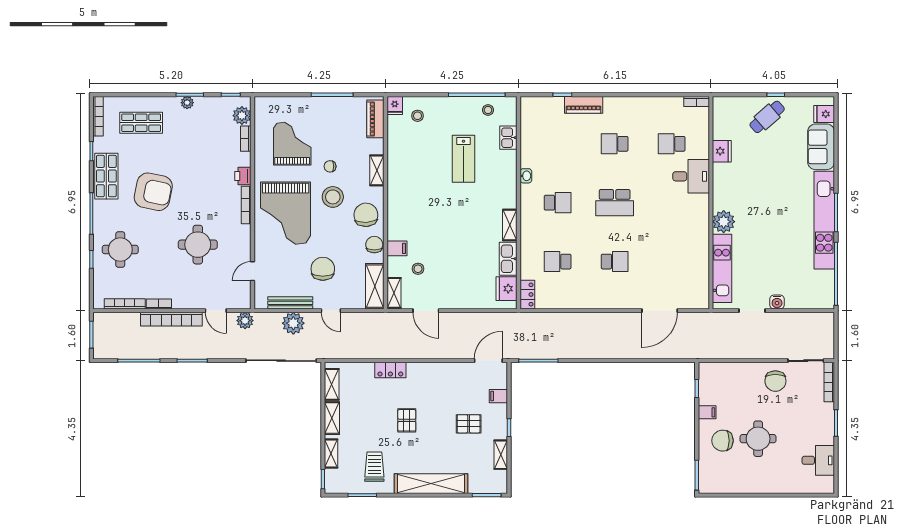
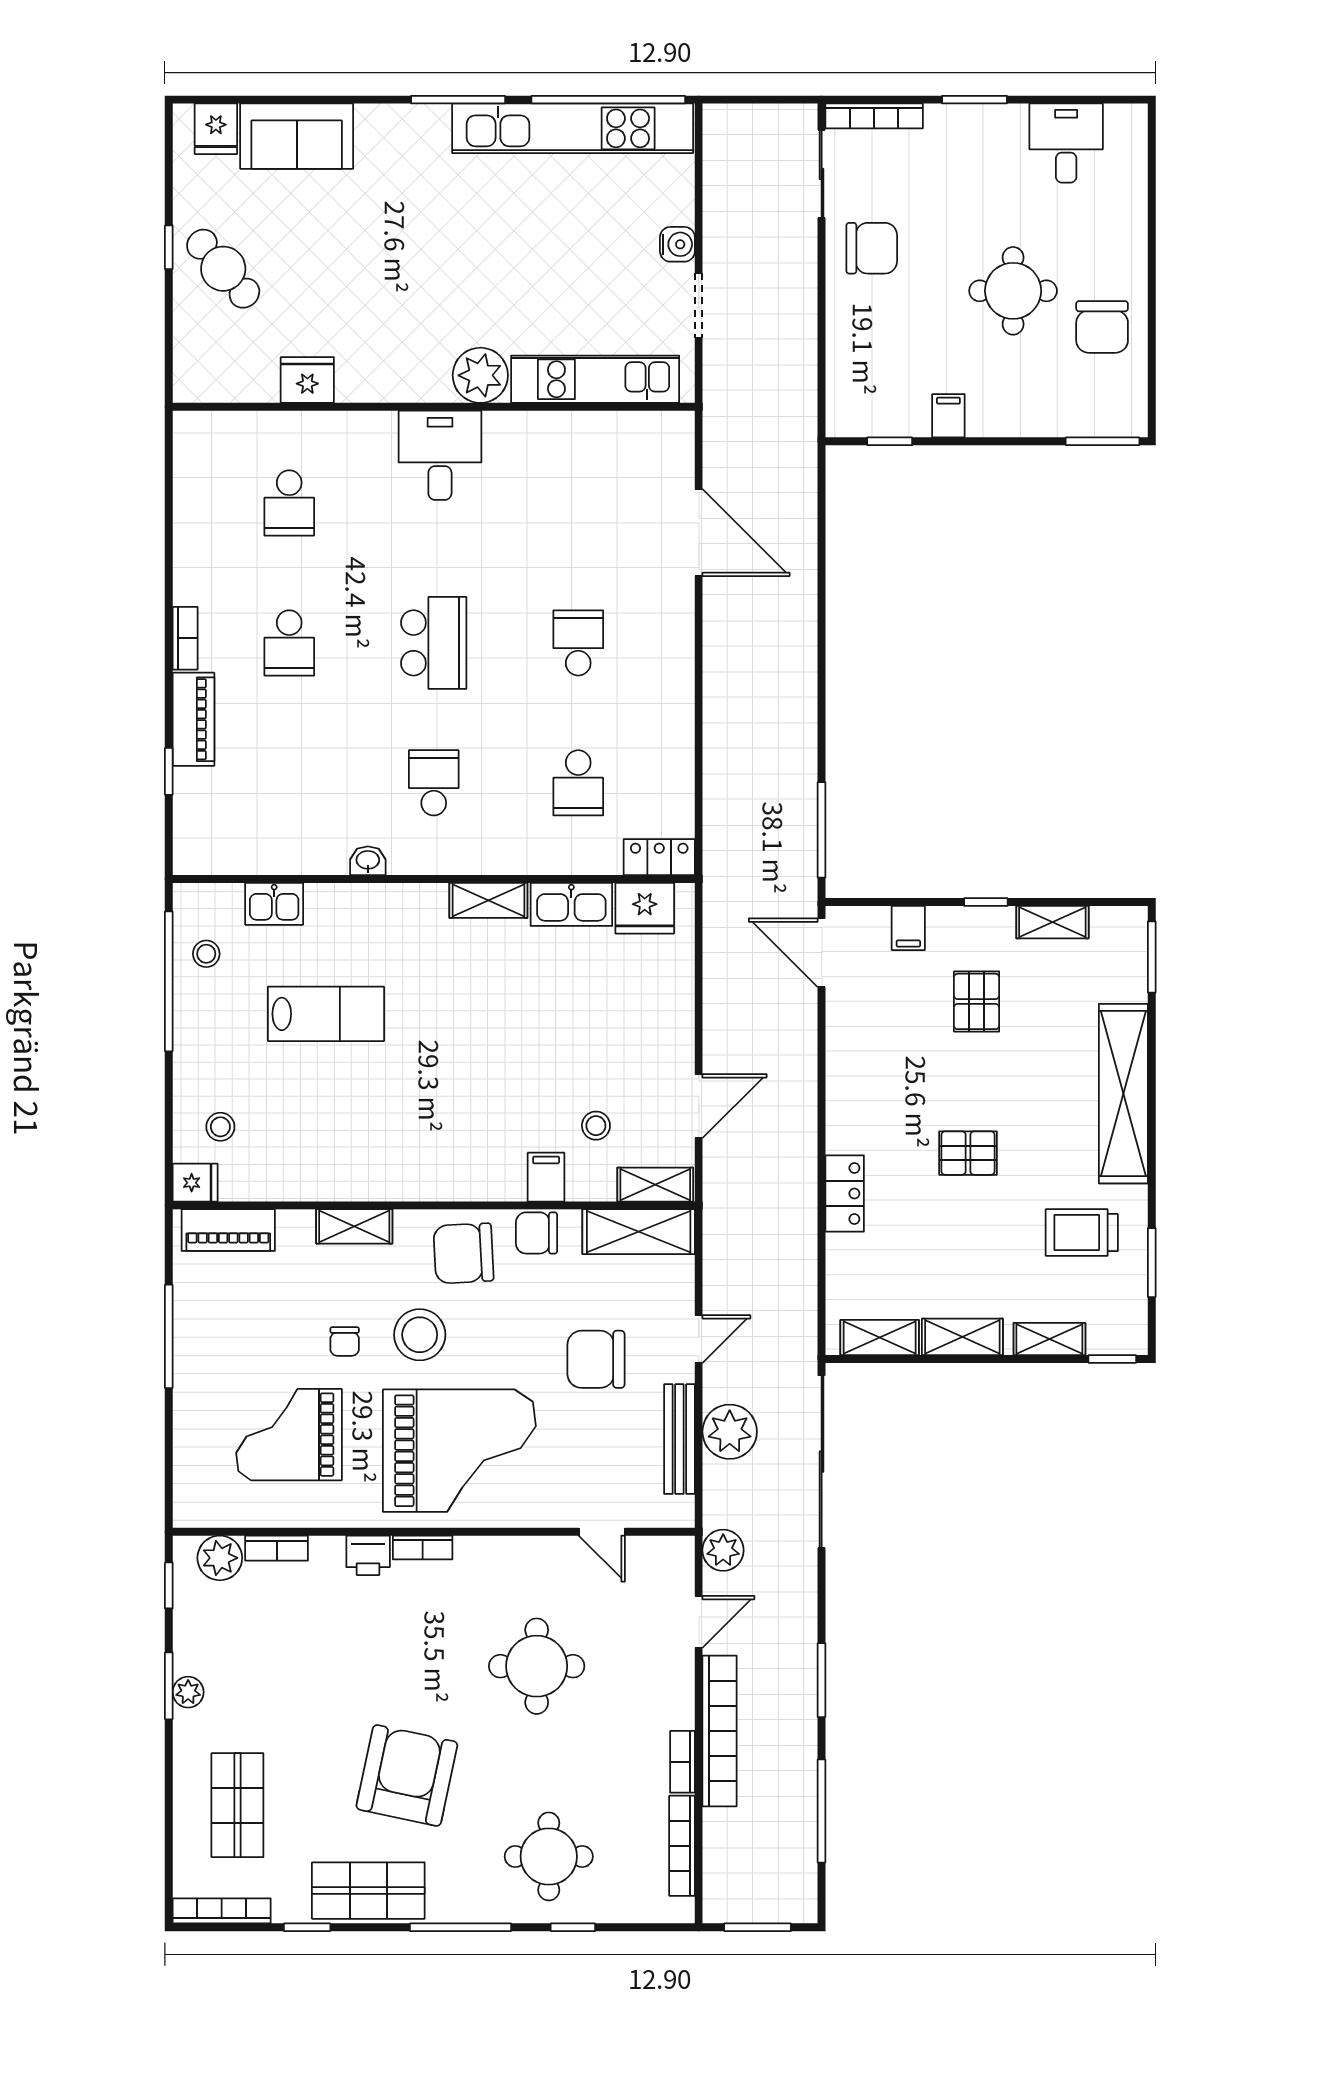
bookcase: (697, 101) -> (185, 638), moved
desk: (691, 176) -> (440, 455), moved
bookcase: (246, 205) -> (423, 1548), width x0.64
kitchen unit: (824, 220) -> (573, 128), moved
chair: (723, 441) -> (1102, 327), moved

